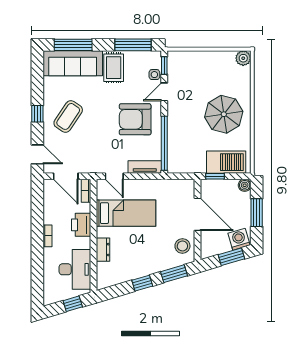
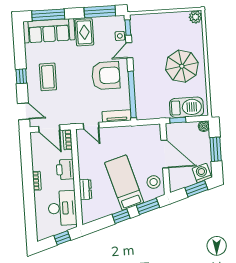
coffee table: (68, 116) -> (48, 77), turned -34
armchair: (135, 119) -> (106, 76), turned 180
bed: (126, 213) -> (124, 183), moved, turned -106

